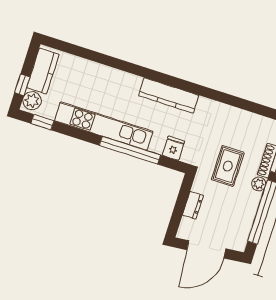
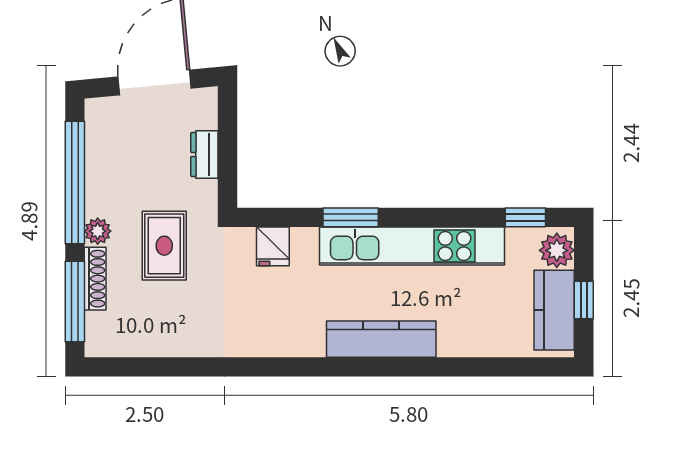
window: (22, 85) -> (584, 300), moved
kitchen counter: (169, 95) -> (381, 339), moved
window: (130, 150) -> (351, 217), width x0.47

